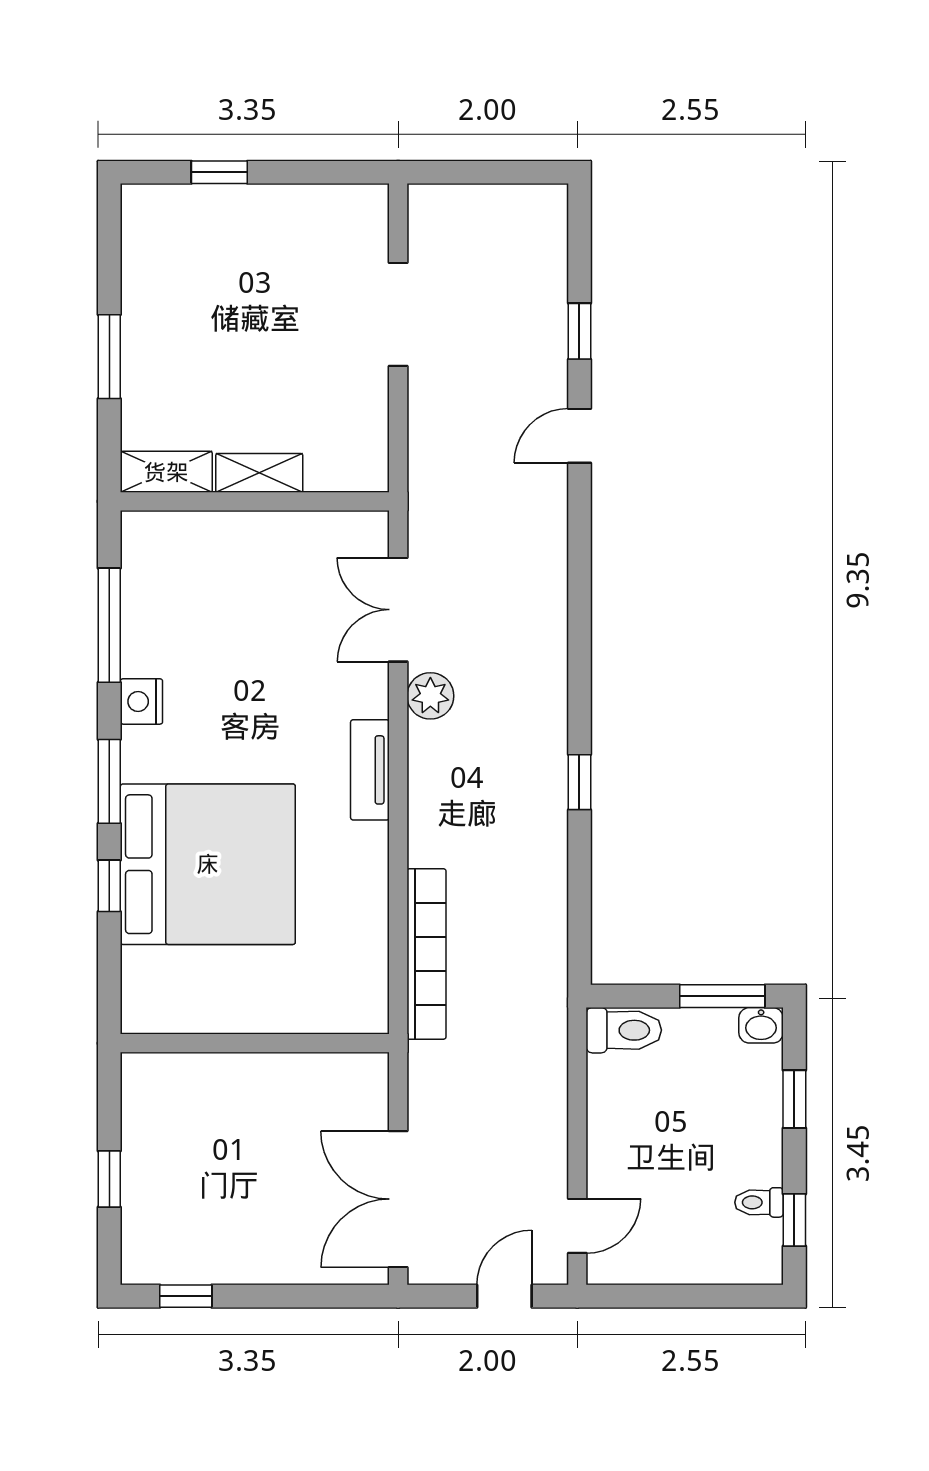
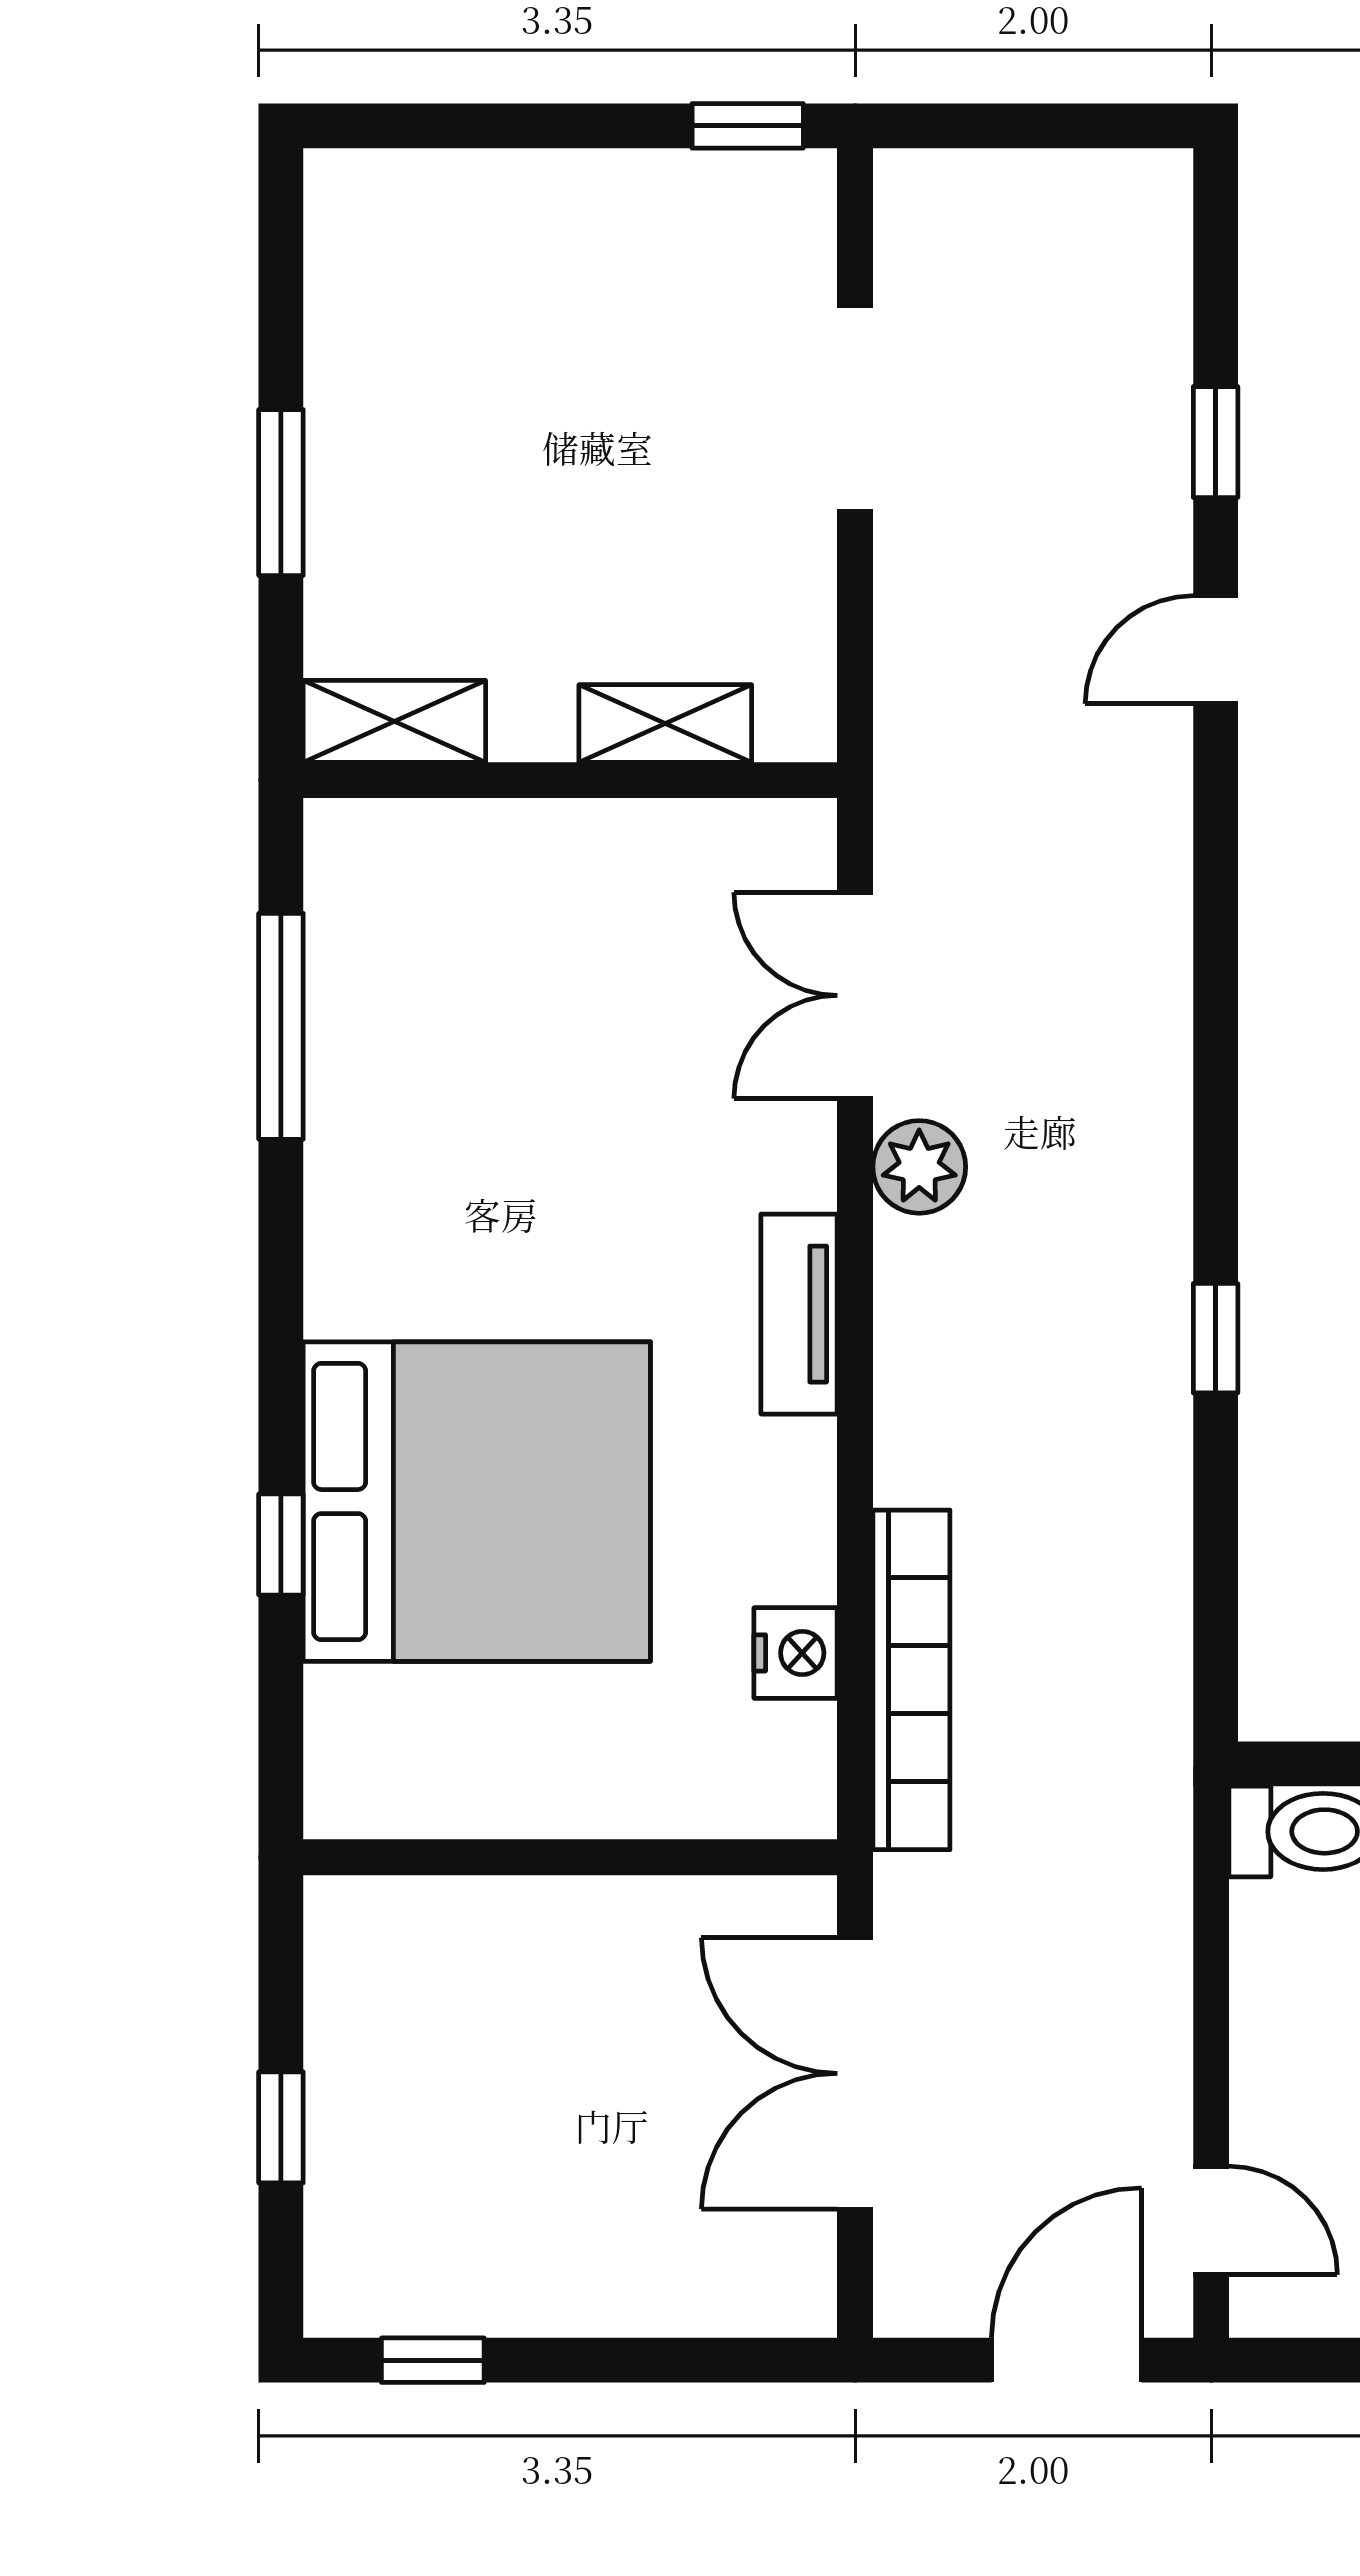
window: (219, 172) -> (748, 126), moved
shelving: (259, 473) -> (665, 723), moved
nightstand: (141, 701) -> (796, 1653), moved, turned 180
window: (109, 781) -> (281, 1337), removed
double door: (398, 1199) -> (855, 2073), moved
door: (577, 1226) -> (1211, 2221), hinge flipped
door: (504, 1296) -> (1066, 2360), width x1.38

